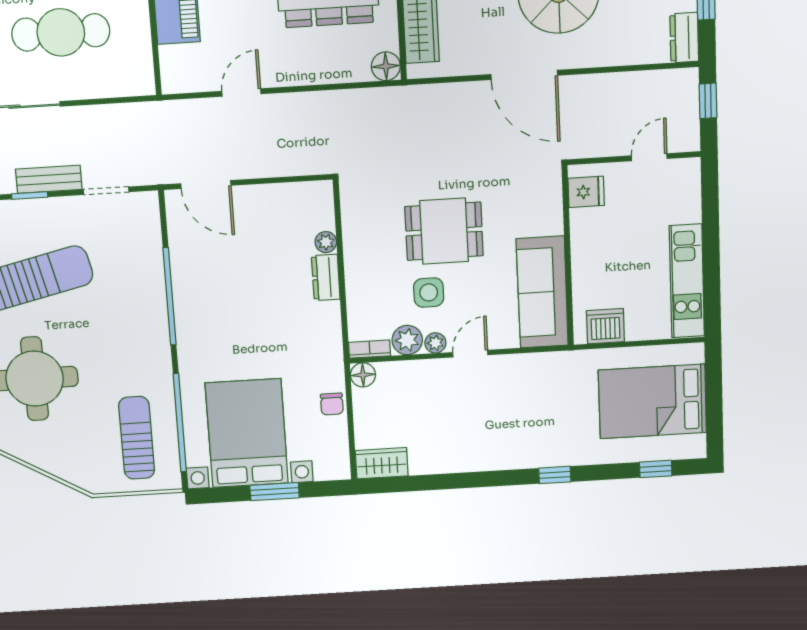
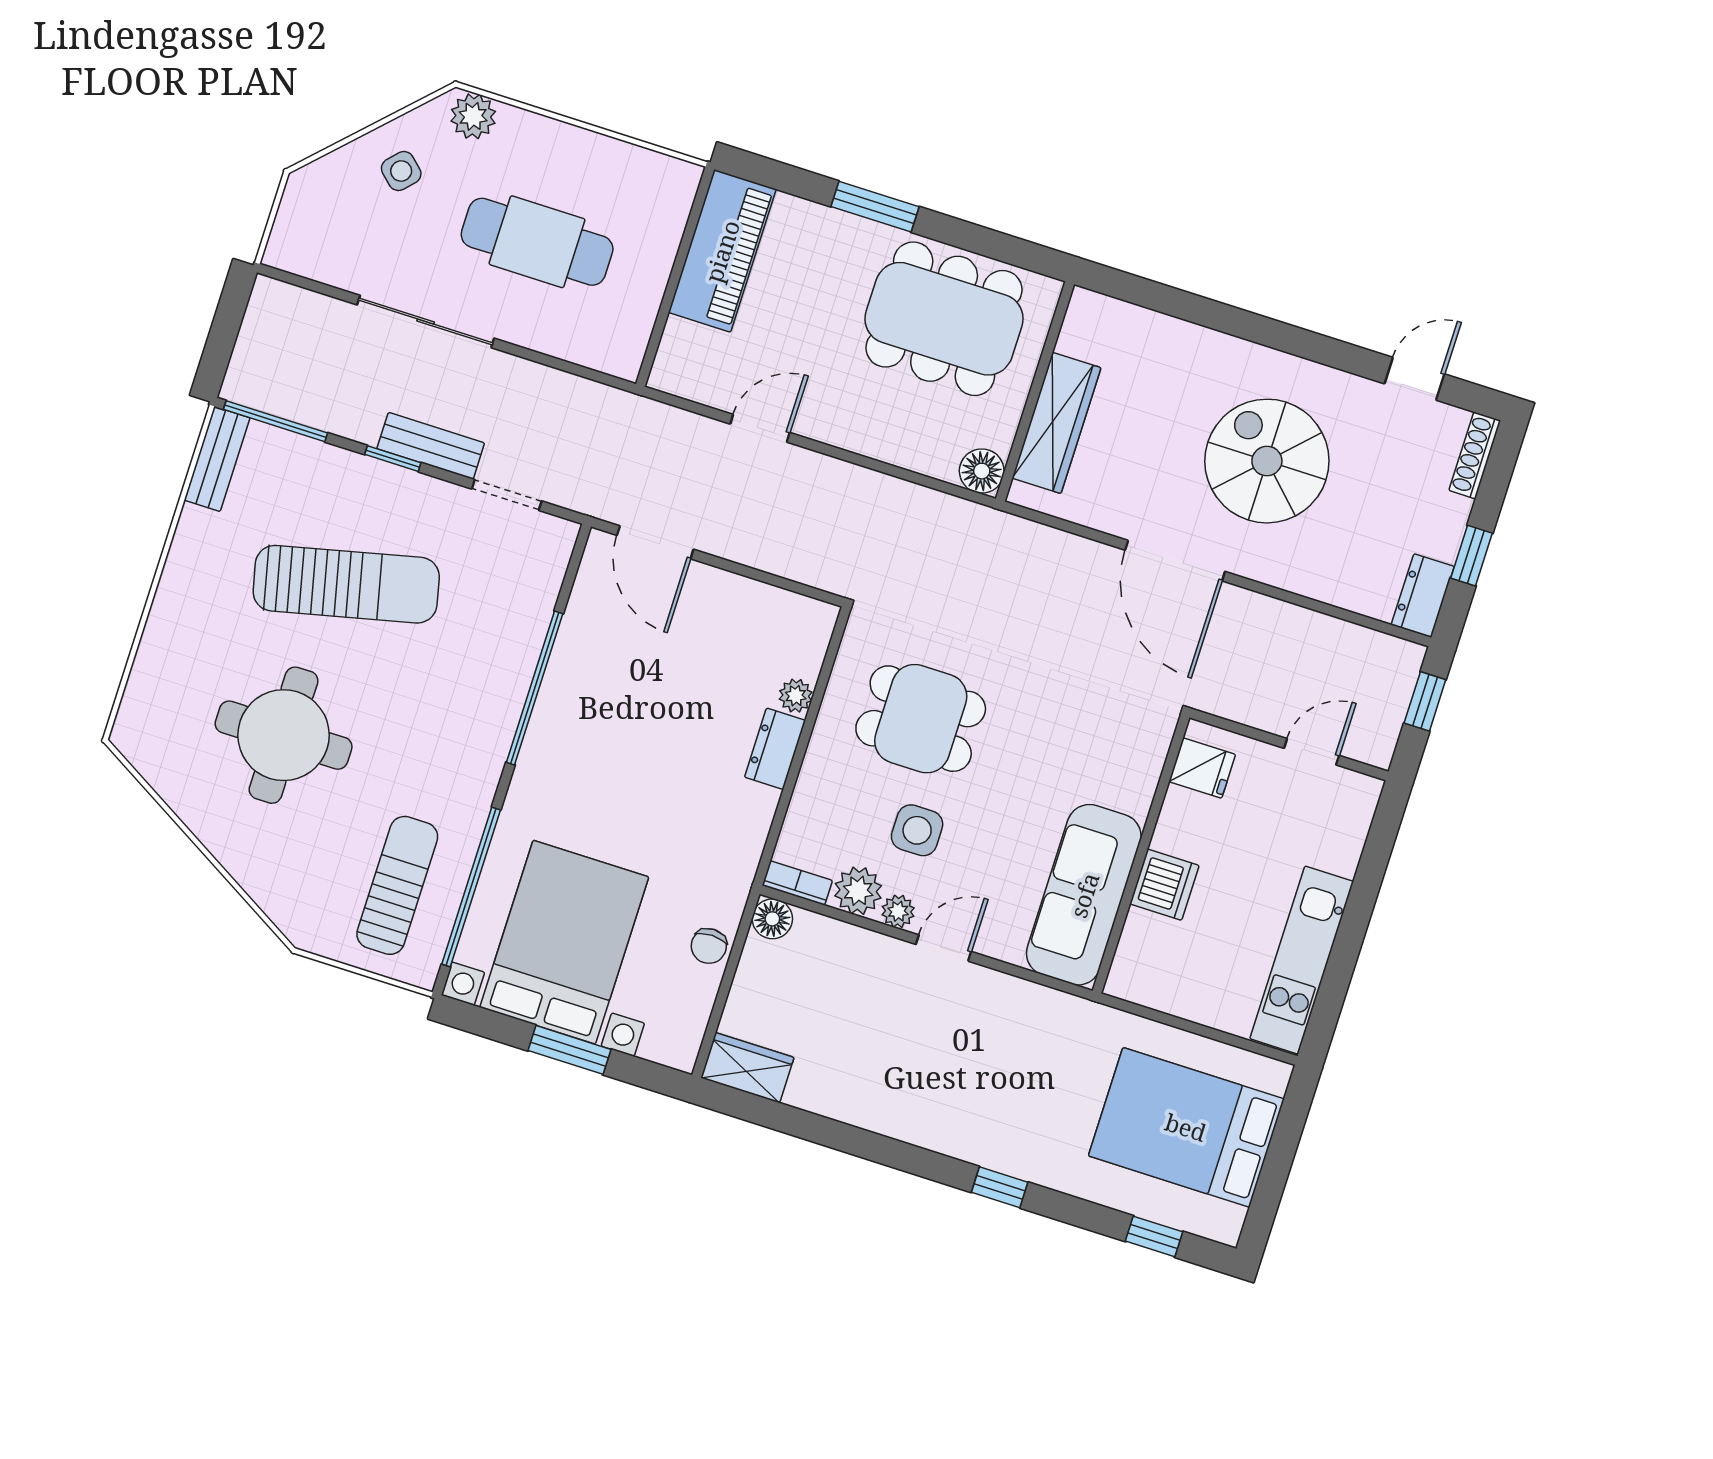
dining table: (444, 231) -> (921, 719), moved
dishwasher: (605, 326) -> (1164, 885), moved, turned 90

